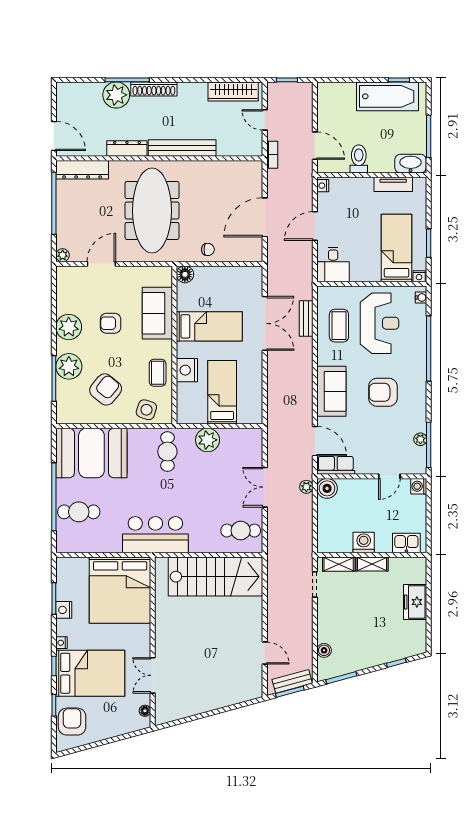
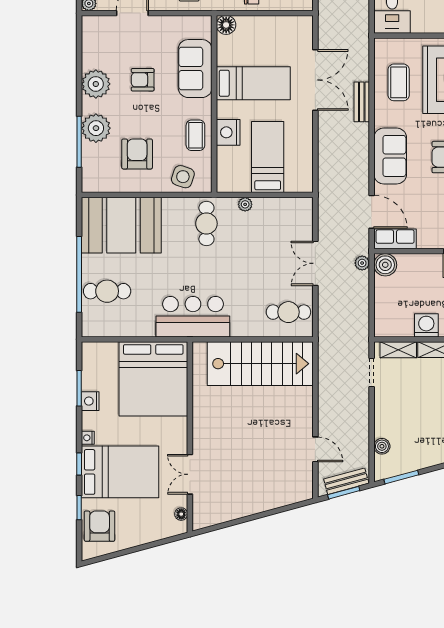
bench: (306, 319) -> (362, 102), moved
armchair: (106, 389) -> (137, 154), turned -39
plant: (208, 440) -> (245, 204), width x0.53, depth x0.53

